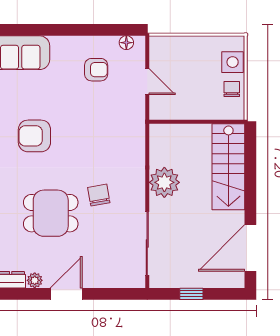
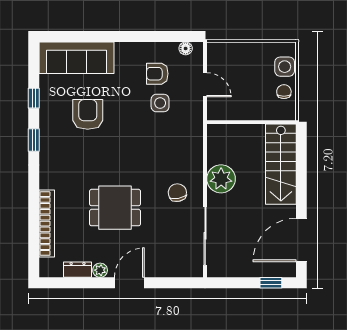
armchair: (96, 70) -> (157, 74), turned 180
side table: (99, 101) -> (160, 103), added
armchair: (34, 136) -> (88, 114), moved, turned 90
chair: (99, 195) -> (177, 193), moved
window: (191, 294) -> (271, 283), moved

